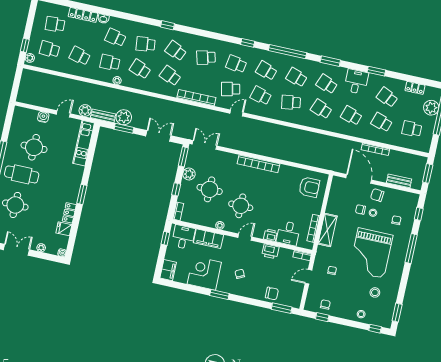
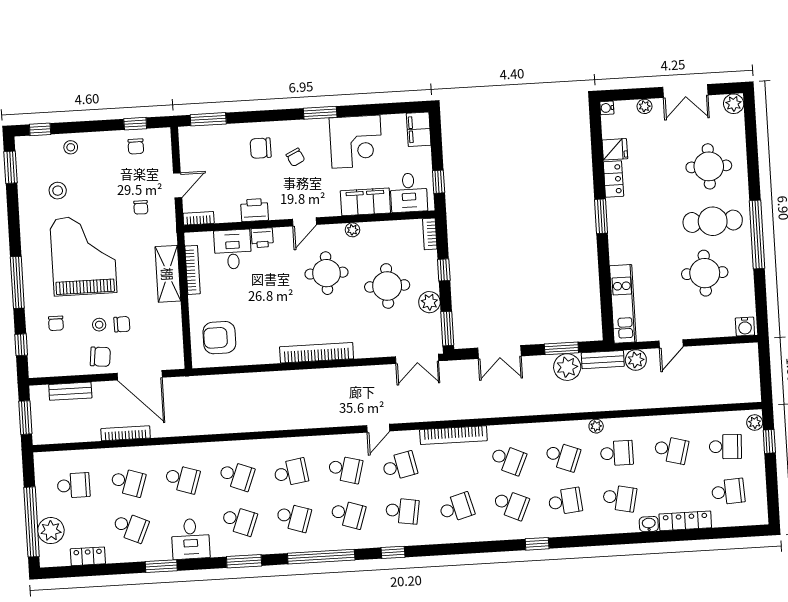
water cooler: (43, 117) -> (745, 327), moved
chair: (272, 294) -> (261, 148), moved

